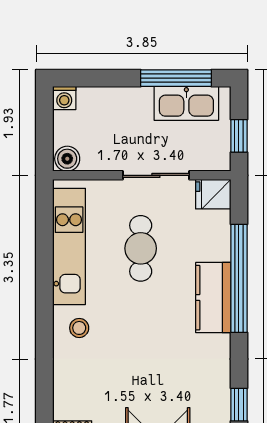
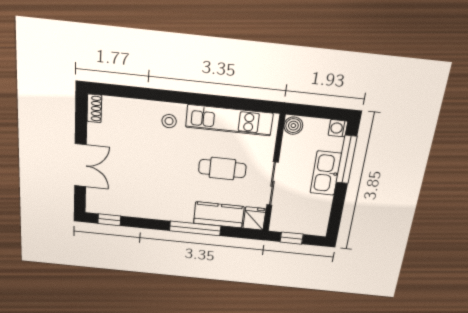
window: (176, 78) -> (347, 160), moved
kitchen sink: (186, 103) -> (326, 173), moved
window: (239, 278) -> (195, 228), width x0.68
kitchen counter: (213, 298) -> (219, 215), moved

